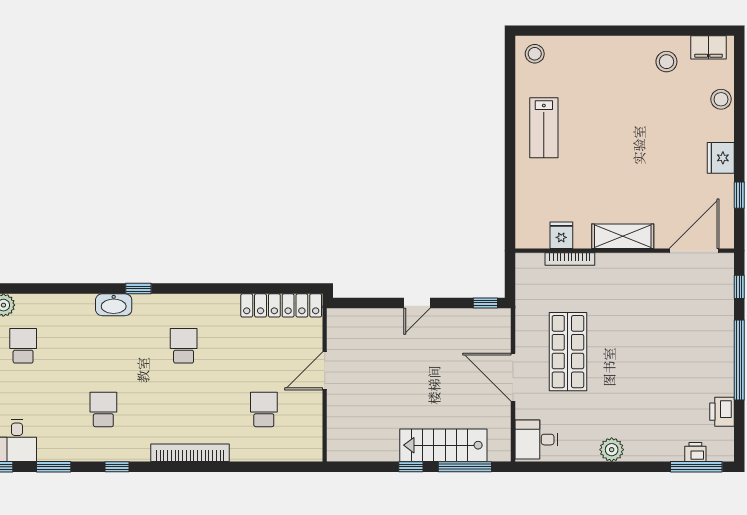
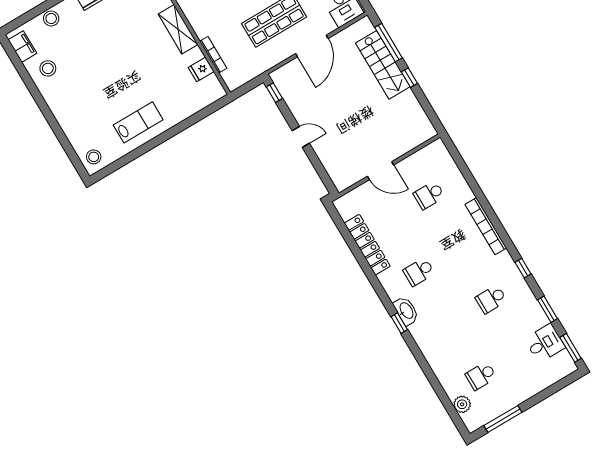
washbasin: (114, 305) -> (406, 311), moved
locker: (281, 305) -> (367, 245), moved

